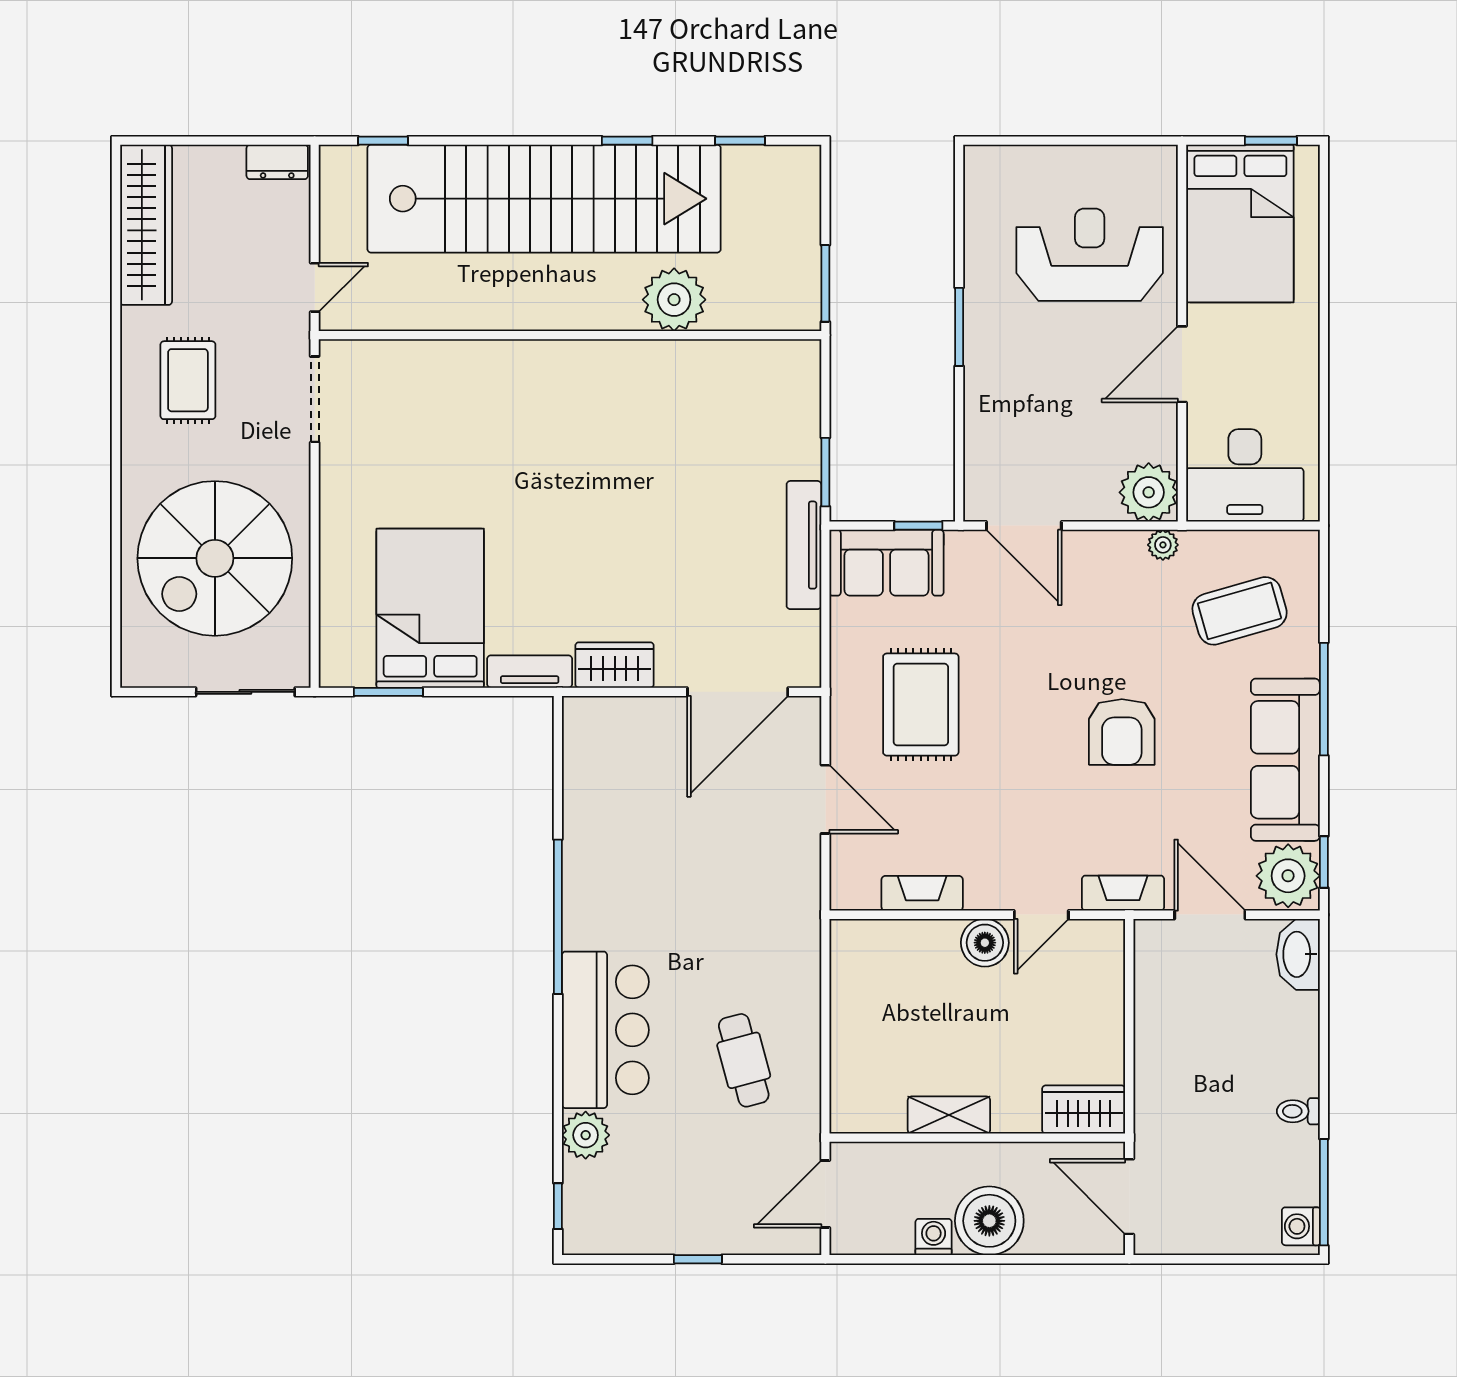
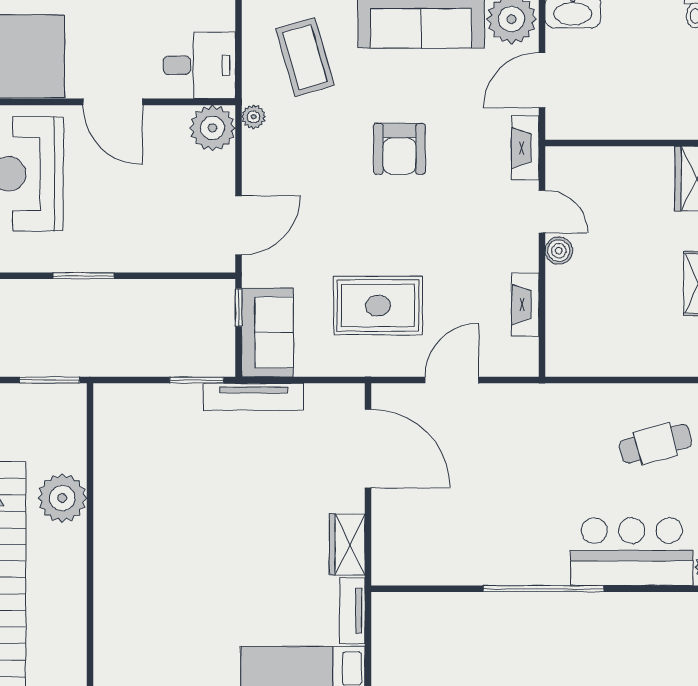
desk: (1245, 475) -> (199, 65), width x0.73
armchair: (1122, 732) -> (399, 149), turned 90
boiler: (985, 943) -> (559, 251), width x0.73, depth x0.73

